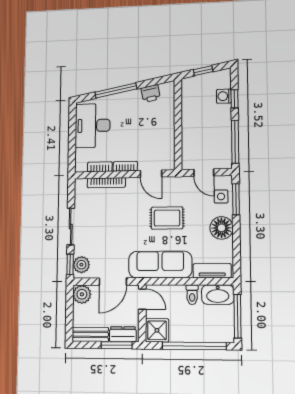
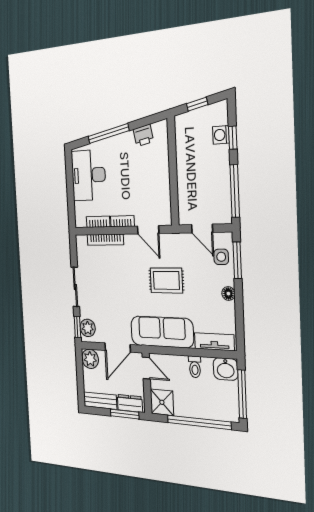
floor lamp: (221, 228) -> (228, 294), width x0.53, depth x0.53
washbasin: (218, 295) -> (226, 369), width x0.72

